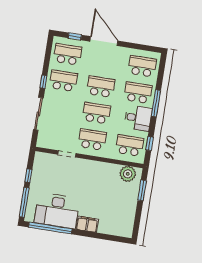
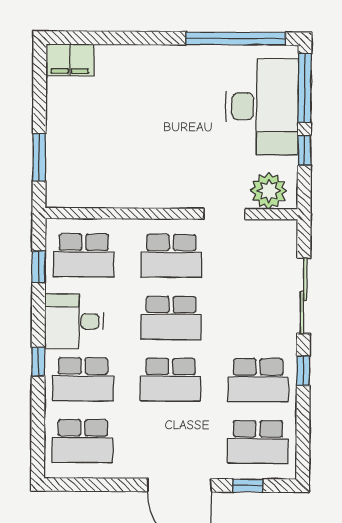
window: (156, 103) -> (38, 361), width x0.46
plant: (128, 174) -> (269, 191), moved
desk: (57, 211) -> (262, 106), moved, turned 90
filing cabinet: (87, 224) -> (70, 60), moved

